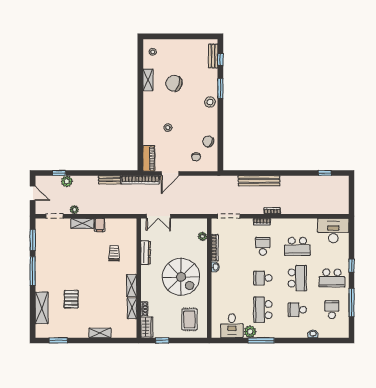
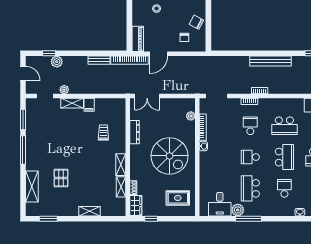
bench: (259, 181) -> (271, 61), moved
school desk: (297, 310) -> (284, 188), turned 90
rug: (189, 319) -> (178, 198), turned 90

